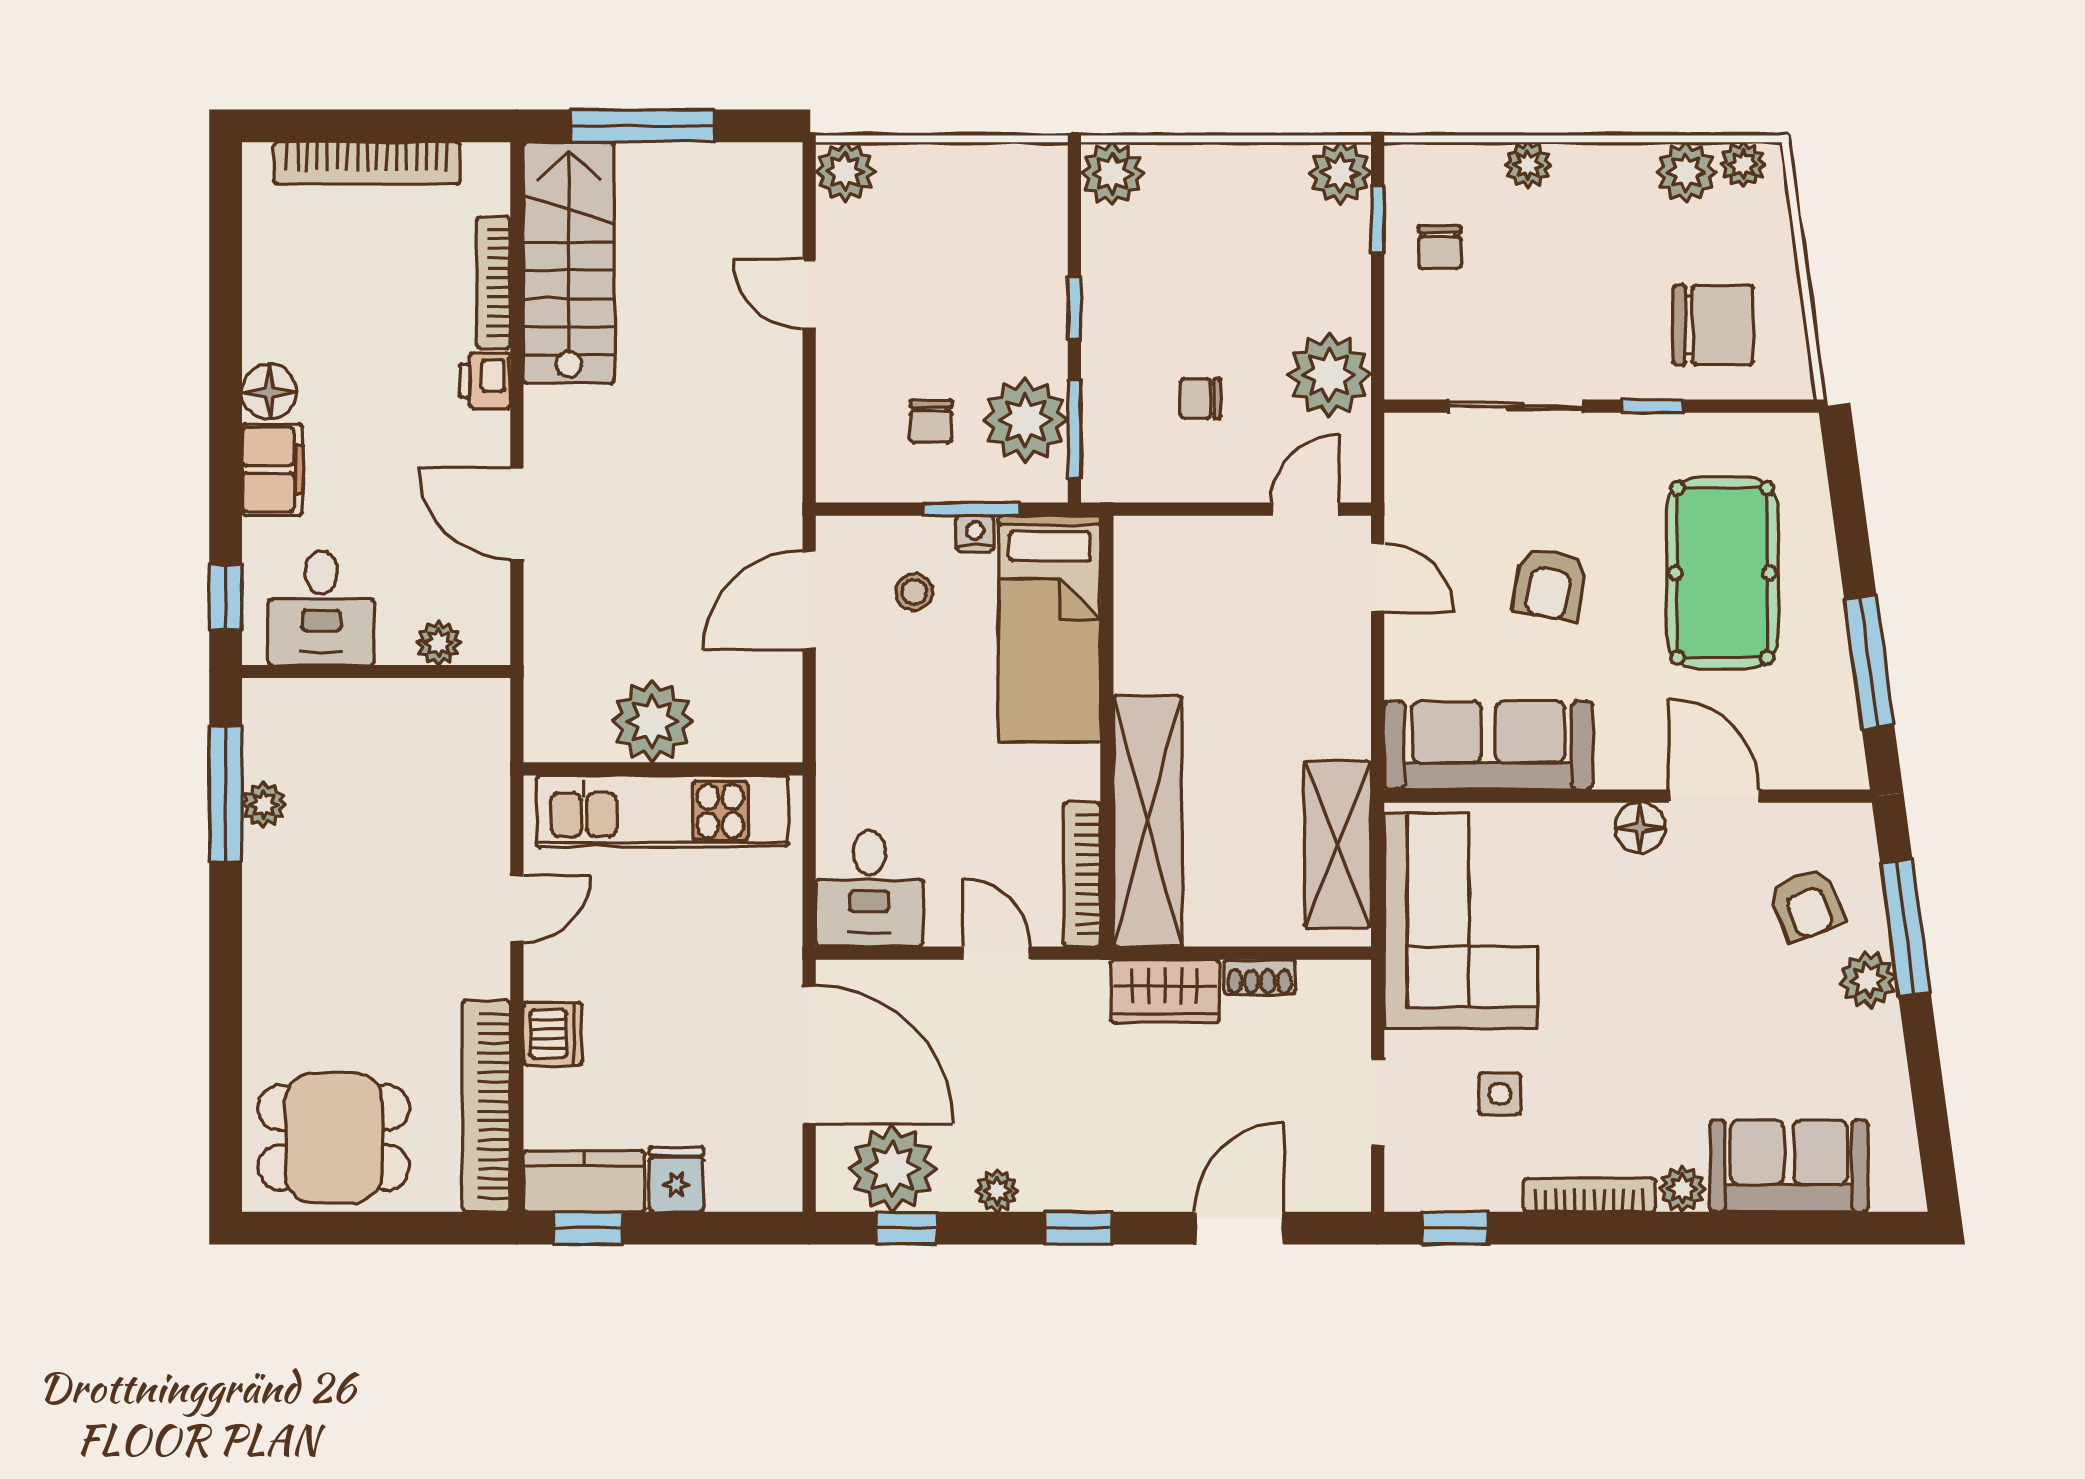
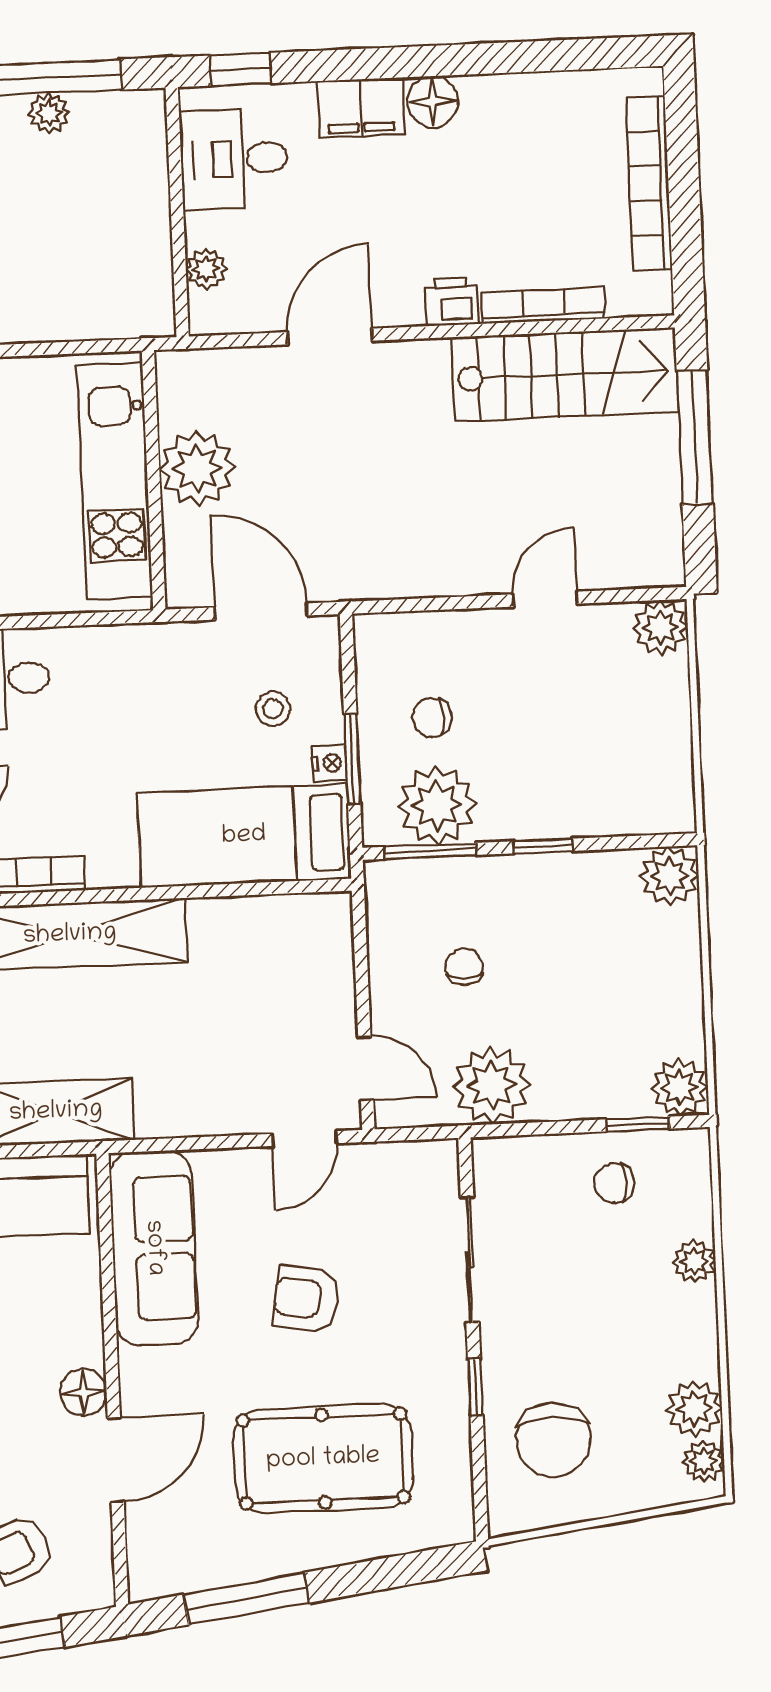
plant: (652, 722) -> (197, 468), moved
wall: (663, 769) -> (154, 480), moved
kitchen unit: (662, 811) -> (115, 481), moved

